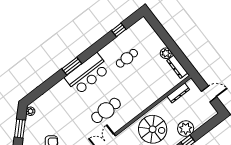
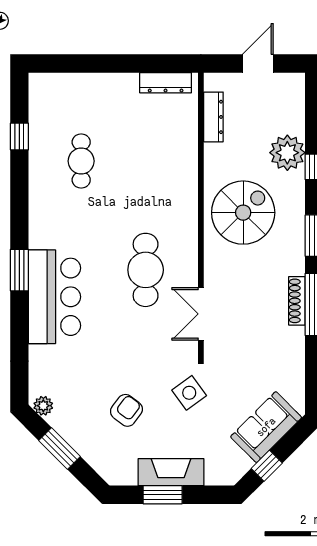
plant: (166, 53) -> (126, 85), removed
bar counter: (87, 74) -> (55, 297), moved

